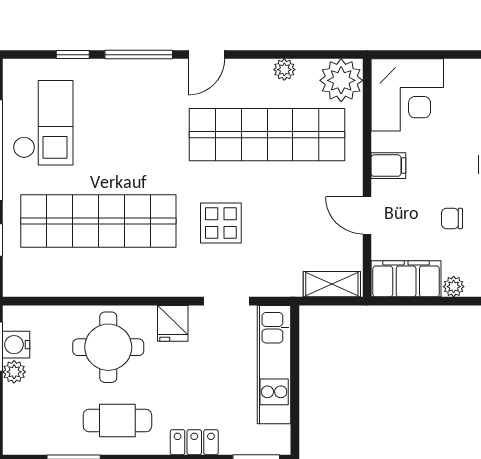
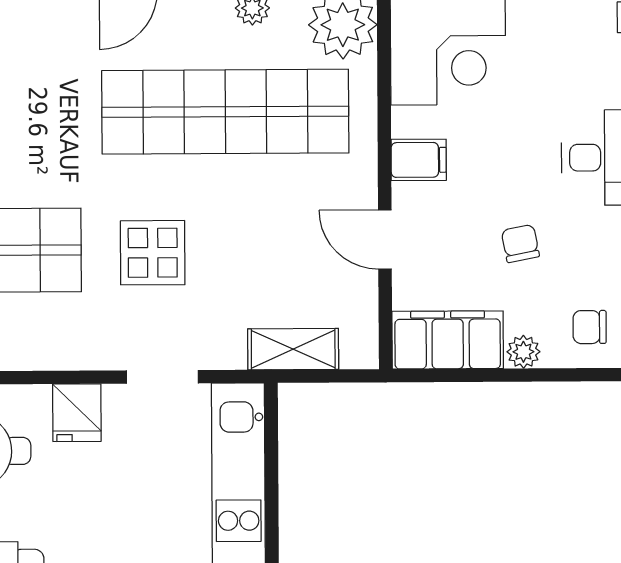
chair: (452, 218) -> (520, 243), turned 79
shelving: (332, 284) -> (293, 349), moved

